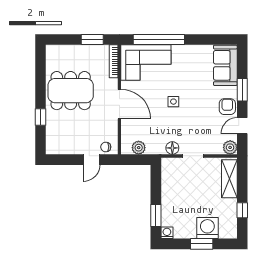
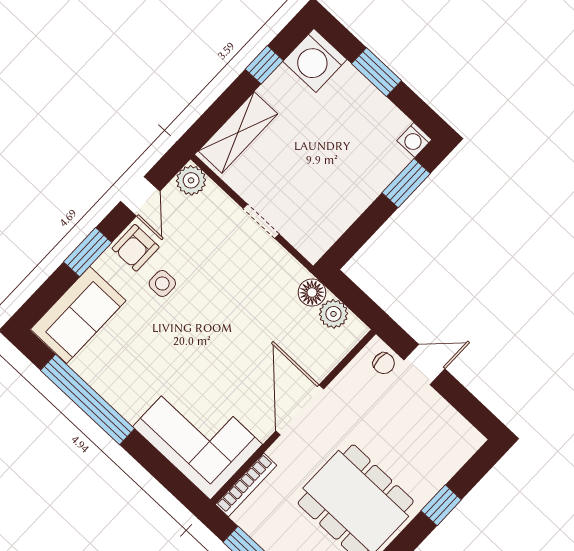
window: (159, 40) -> (88, 399), moved
side table: (173, 102) -> (162, 283), moved
door: (242, 126) -> (140, 196), hinge flipped
floor lamp: (172, 148) -> (312, 293), moved
washing machine: (207, 228) -> (315, 60), moved

